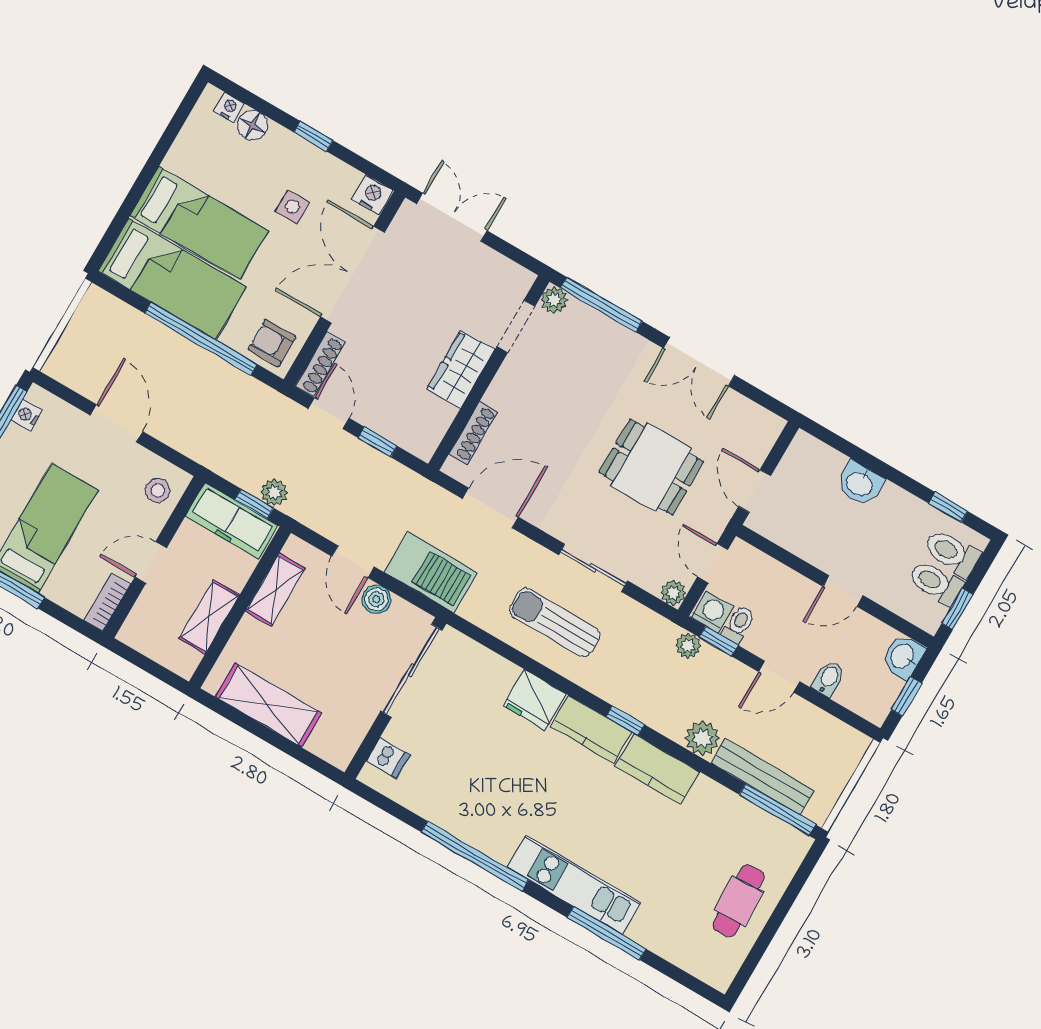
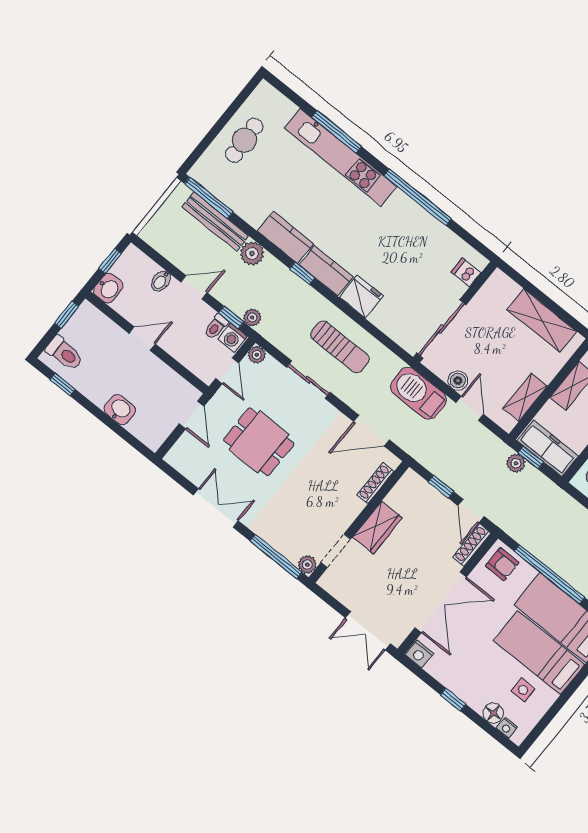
side table: (292, 206) -> (523, 690), moved
toilet: (936, 583) -> (79, 335), removed
kitchen unit: (574, 885) -> (341, 157), width x1.36

